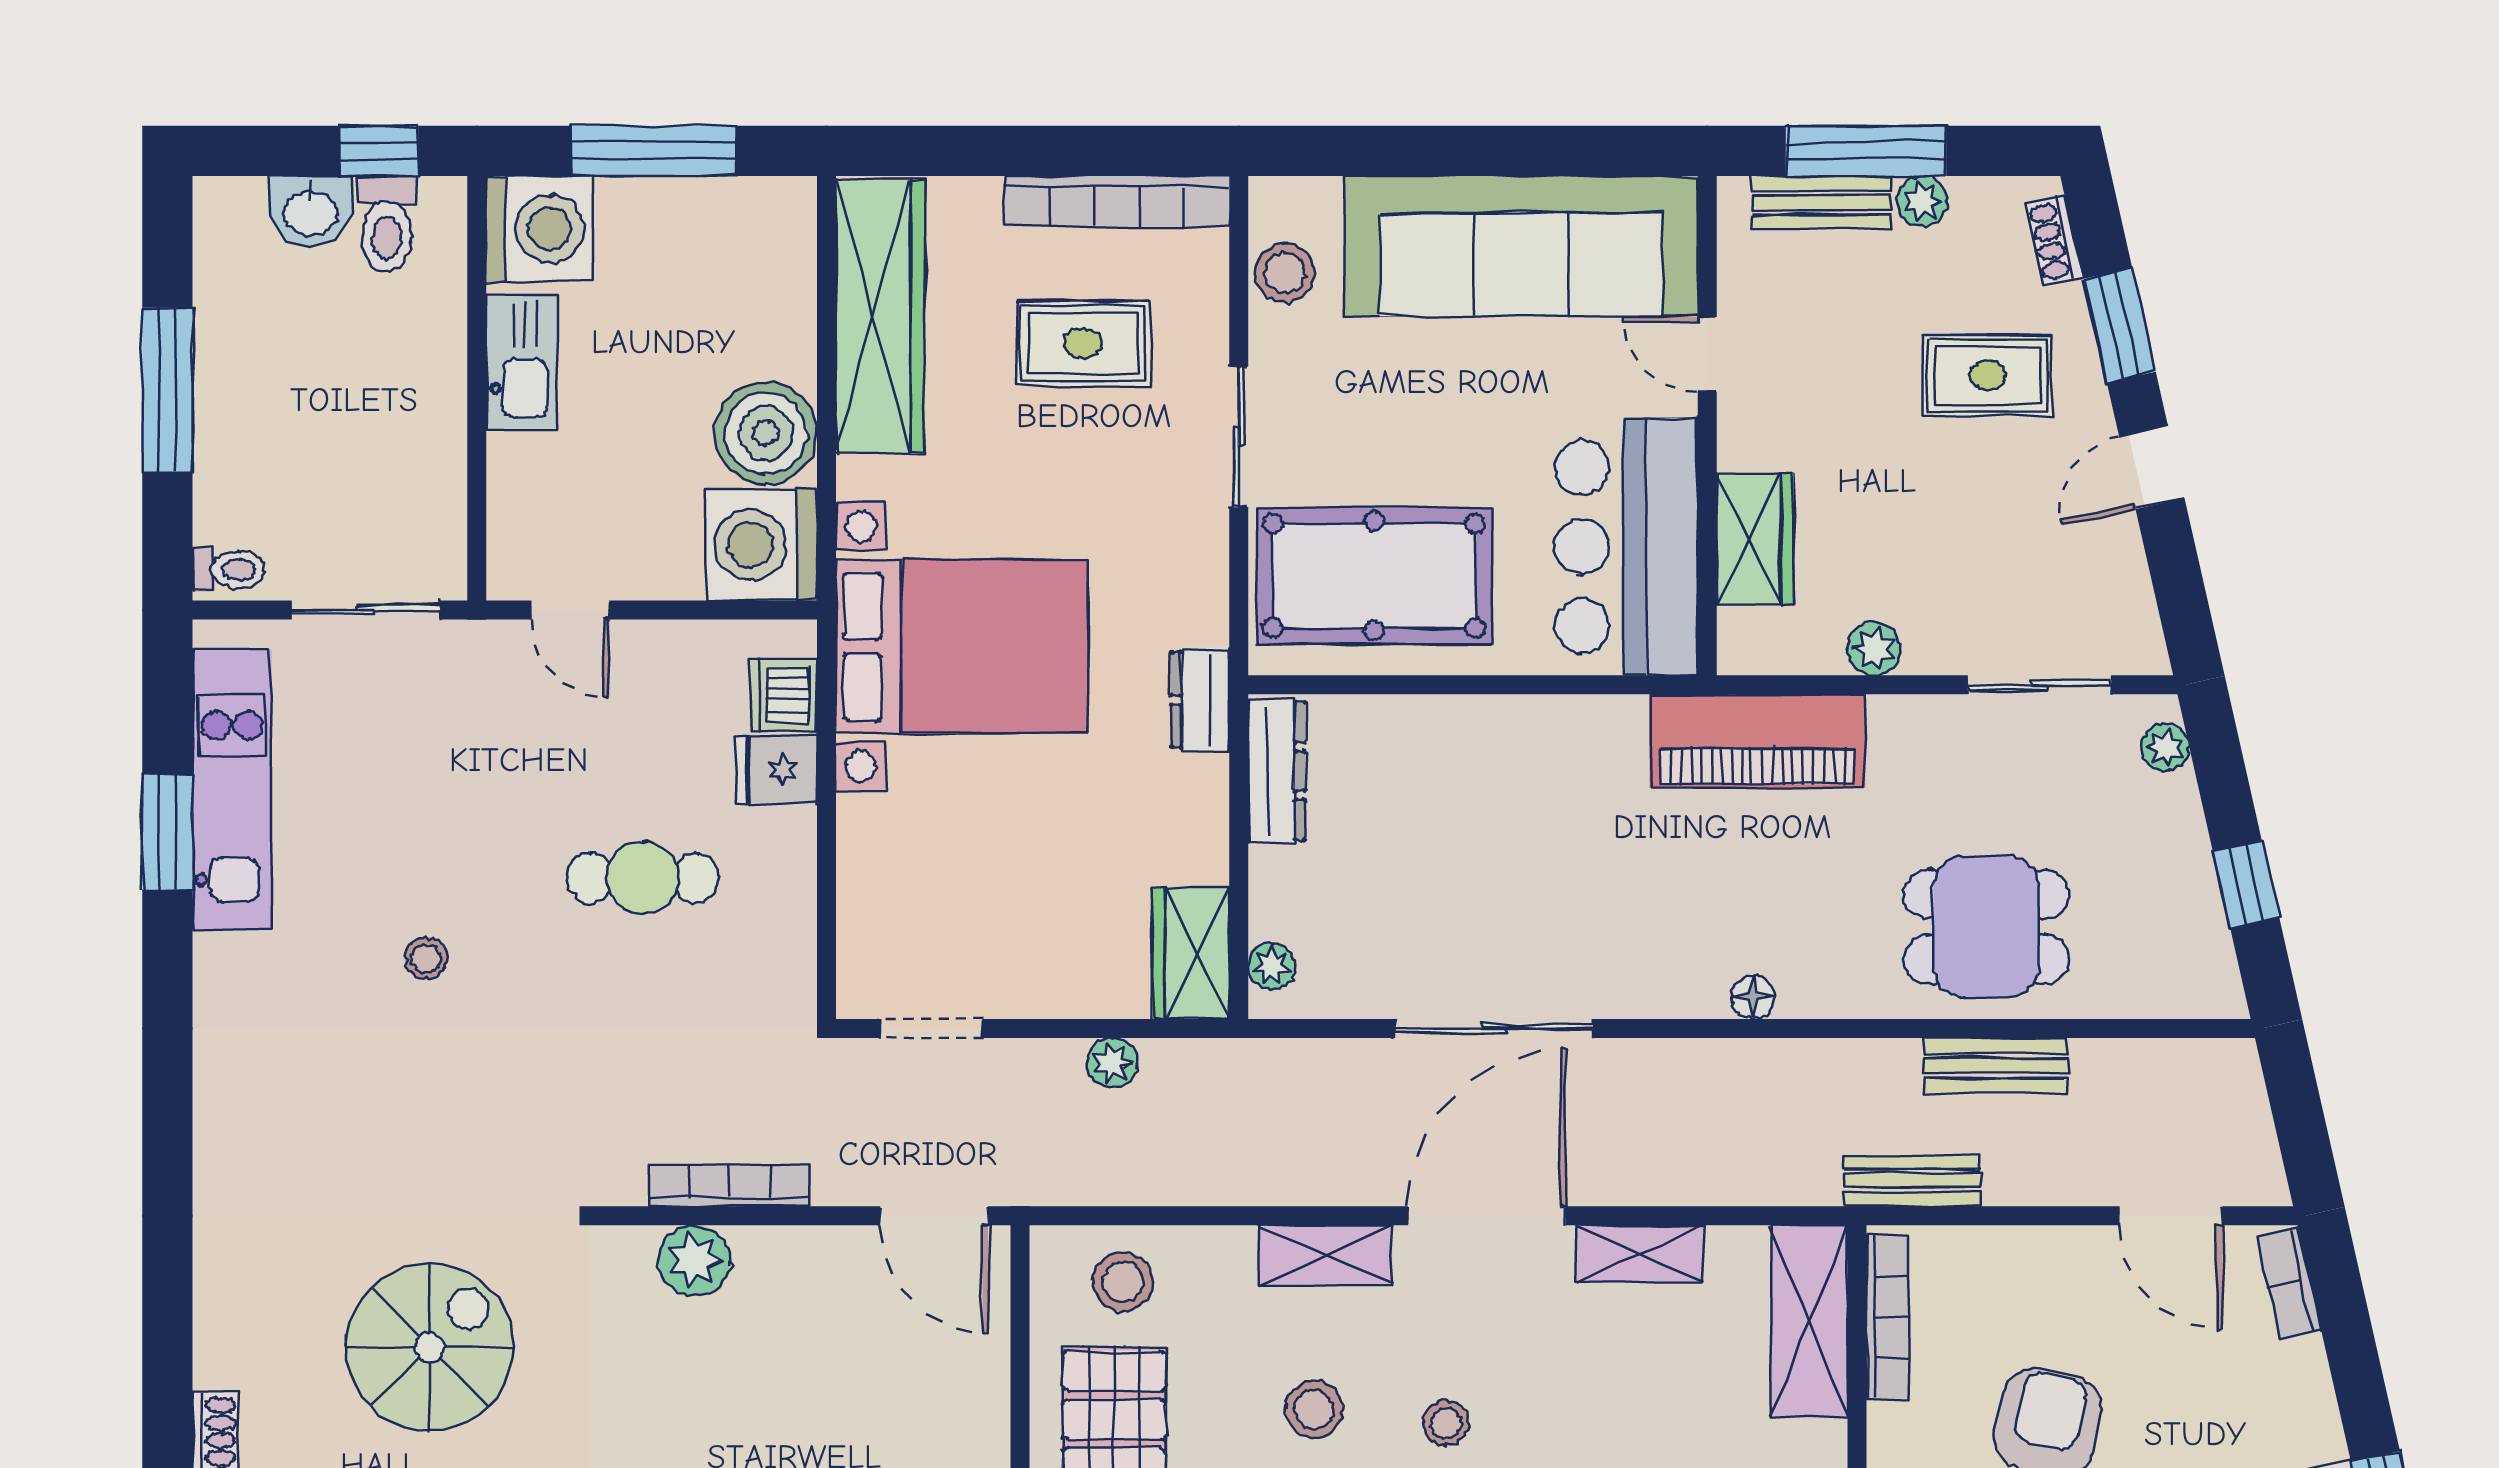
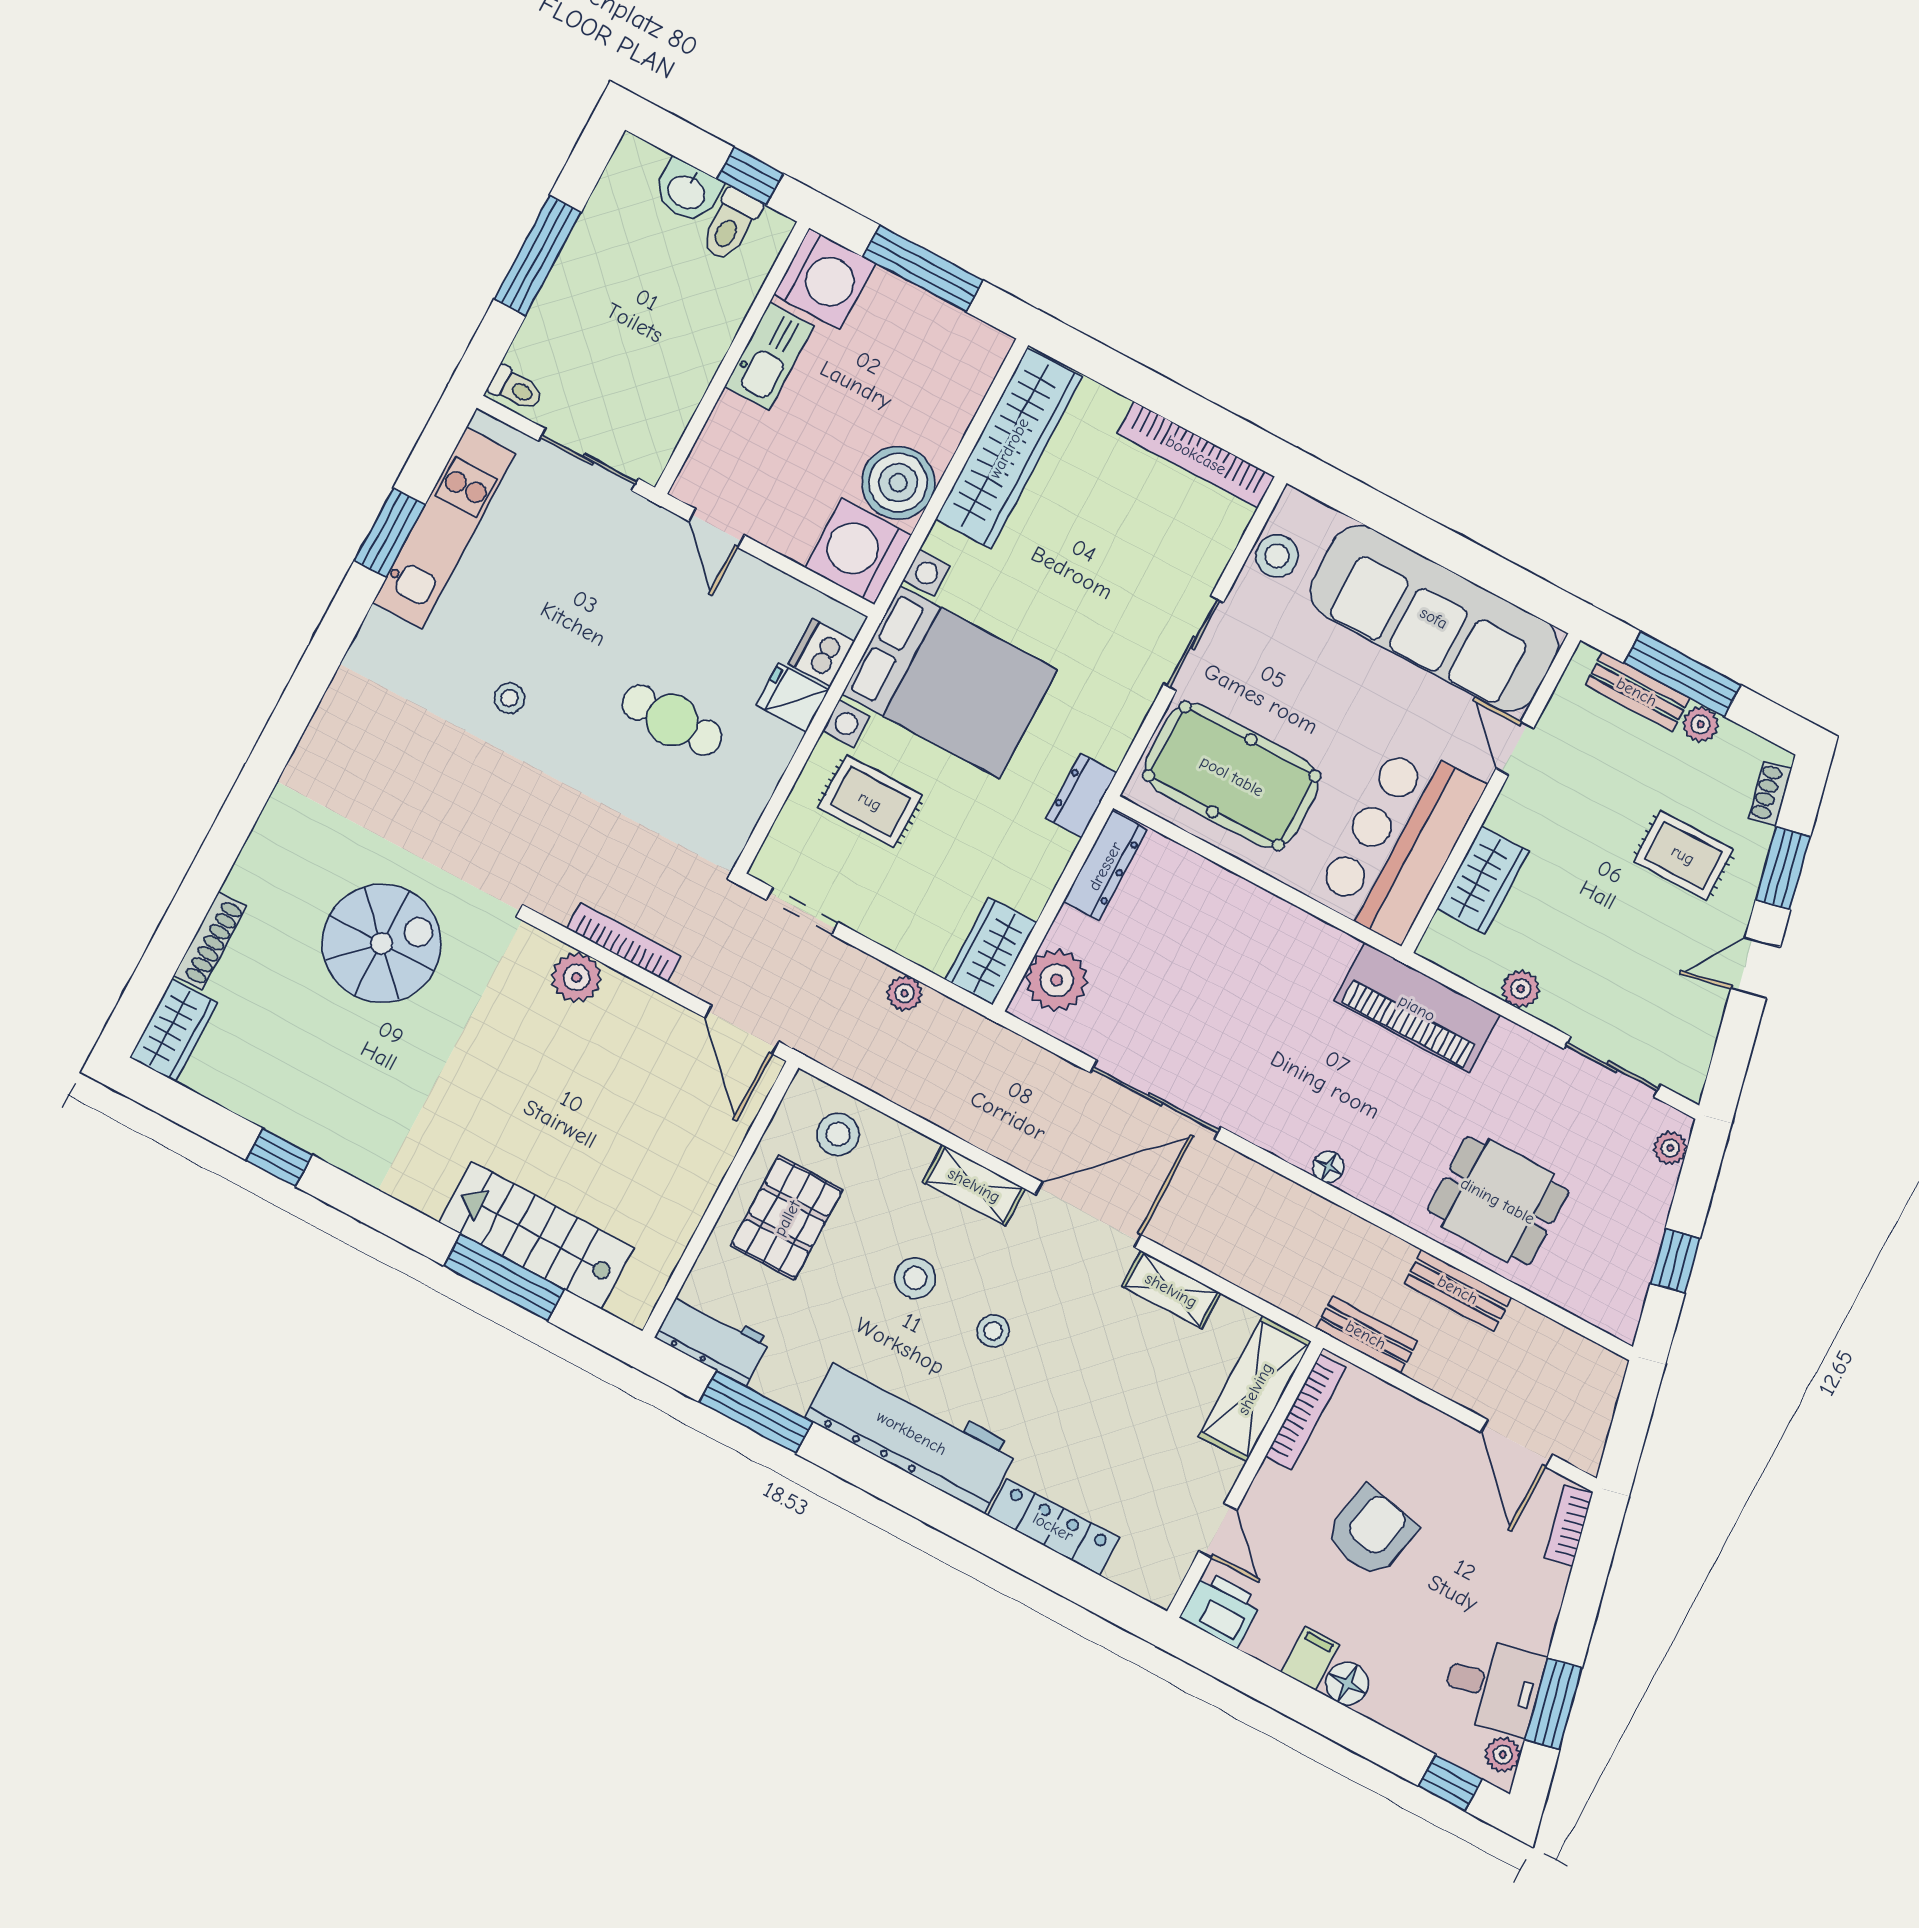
rug: (1083, 343) -> (870, 801), moved
plant: (1272, 966) -> (1057, 980), width x1.88, depth x1.88

